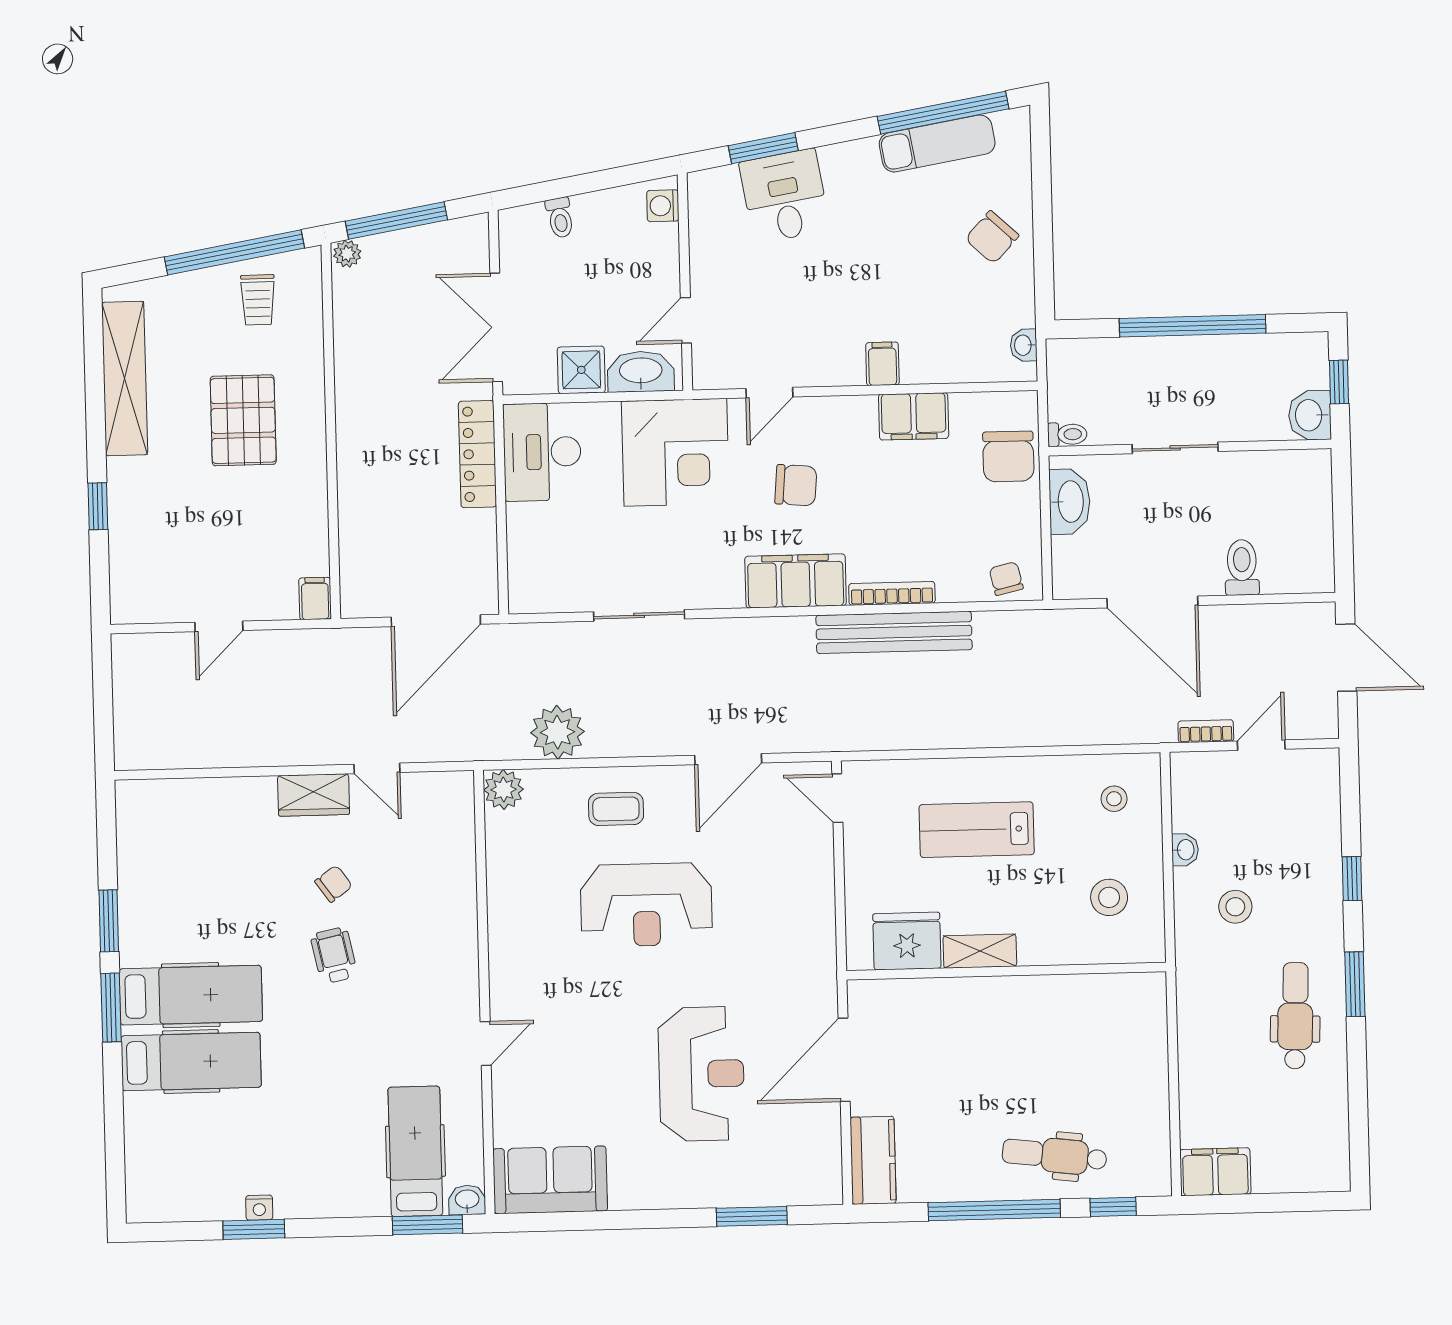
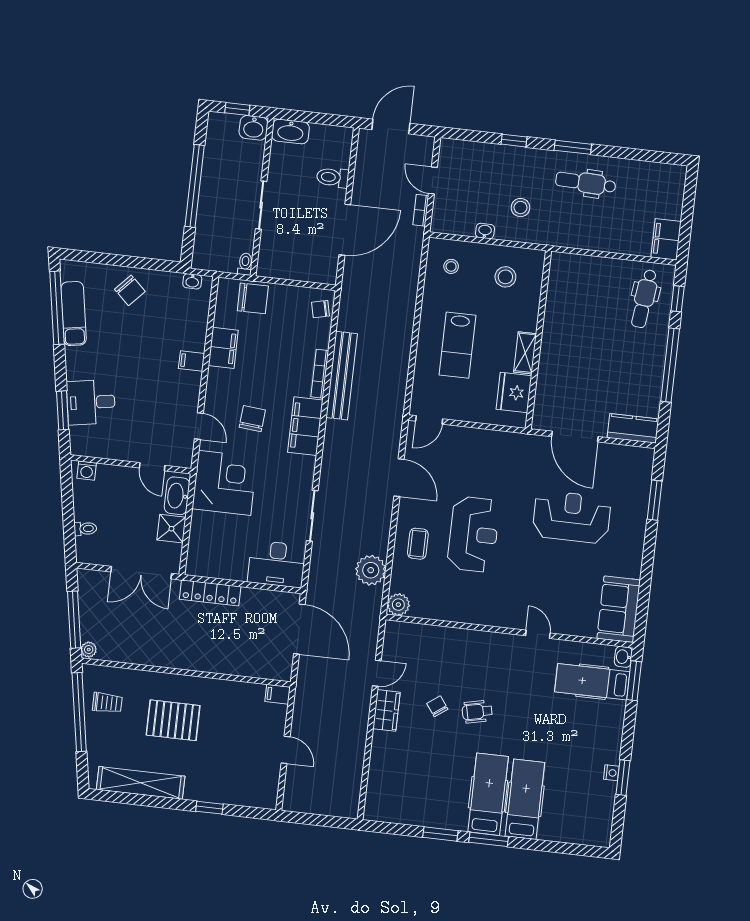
desk: (542, 452) -> (277, 564), moved
washbasin: (1070, 502) -> (290, 132), moved, turned 180
dental chair: (1055, 1155) -> (644, 299), moved

